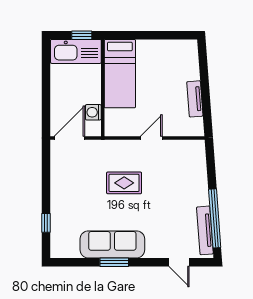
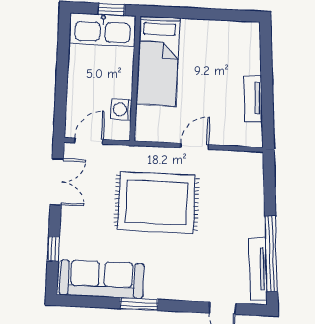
door: (69, 138) -> (89, 141), width x0.73
double door: (46, 171) -> (57, 182), added
rug: (124, 183) -> (157, 202), width x1.86, depth x2.06
sofa: (112, 244) -> (102, 279), moved

